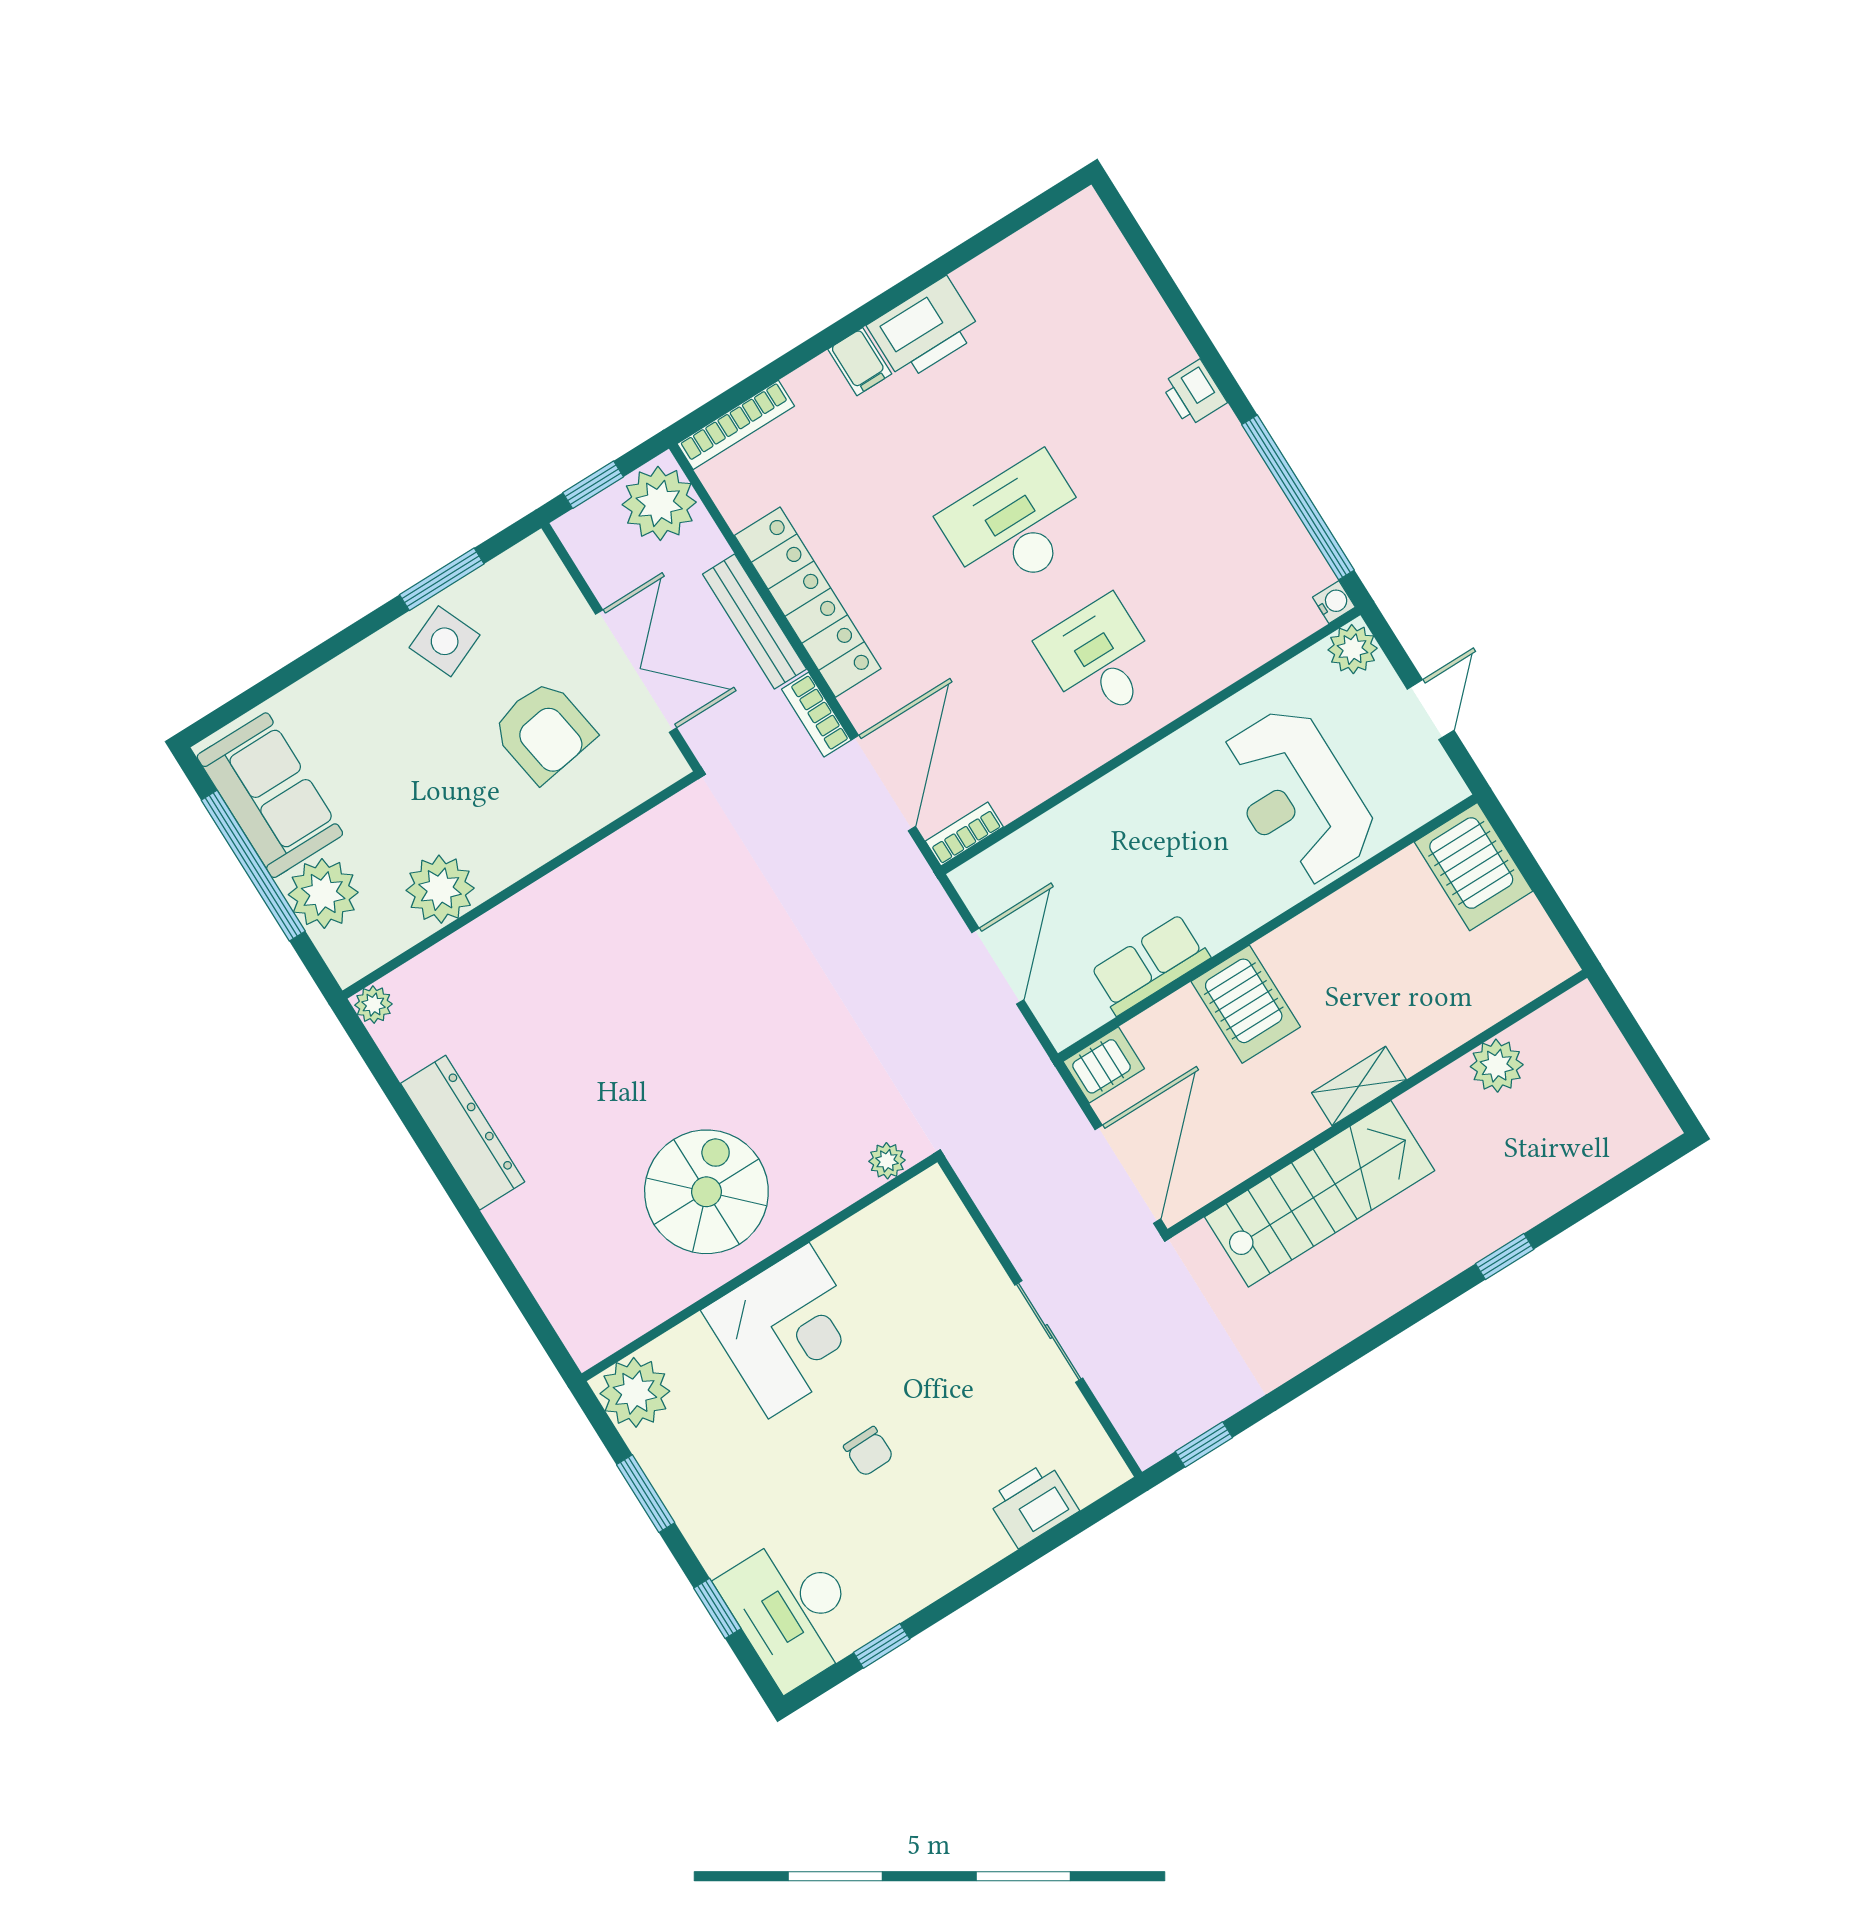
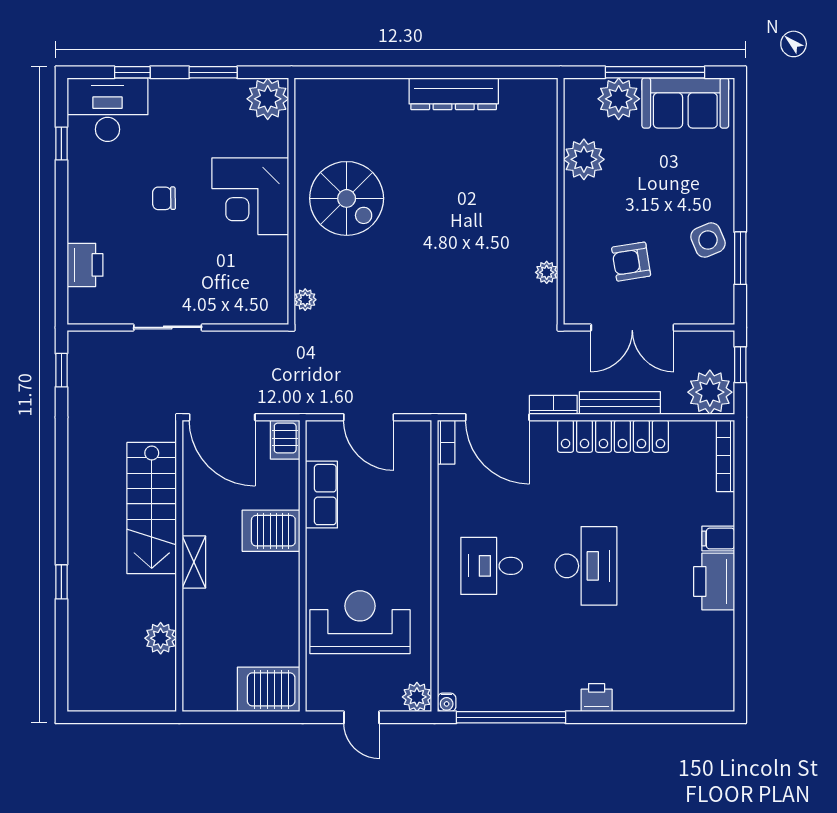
desk: (1100, 659) -> (492, 566), turned 180
armchair: (544, 731) -> (631, 262), width x0.72, depth x0.72
plant: (373, 1005) -> (547, 272), moved

